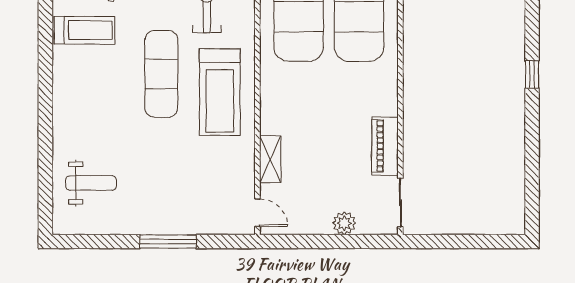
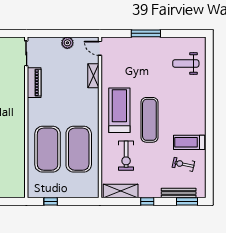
plant: (344, 223) -> (67, 43), moved

